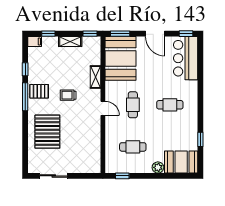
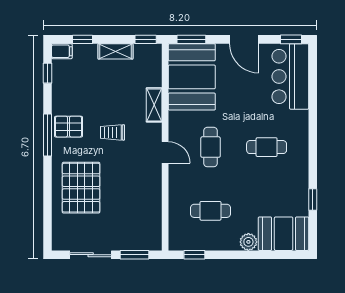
window: (25, 69) -> (47, 73), moved
window: (83, 176) -> (134, 255), added

